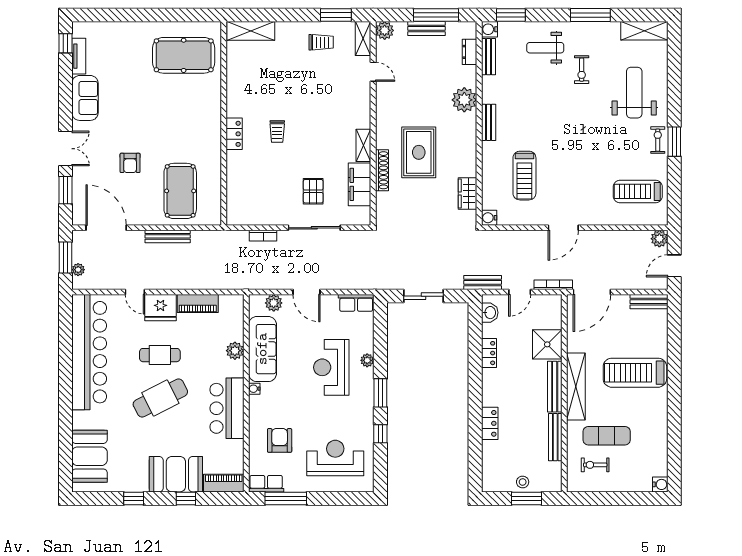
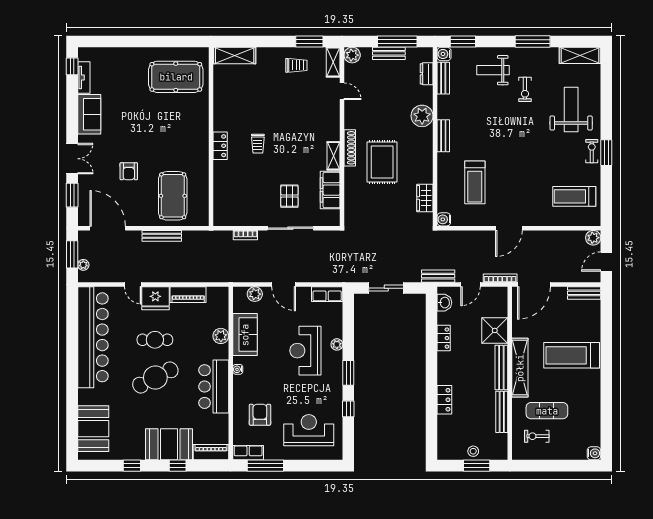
shoe rack: (382, 170) -> (350, 148), moved
sofa: (262, 349) -> (245, 335), width x0.73

